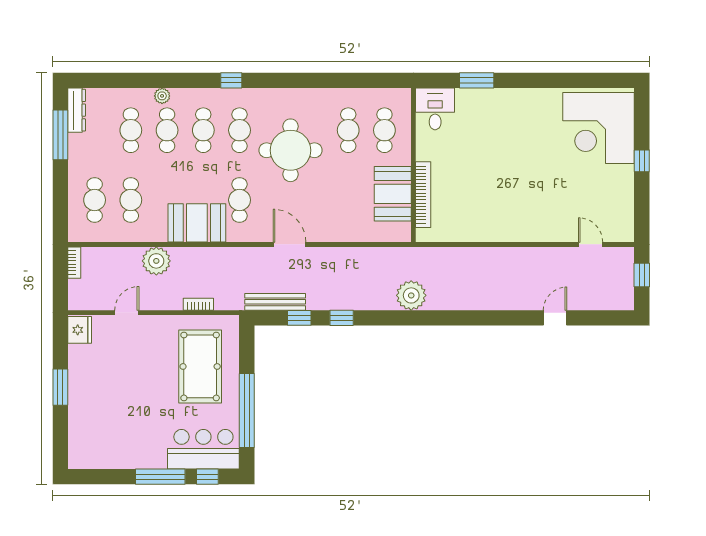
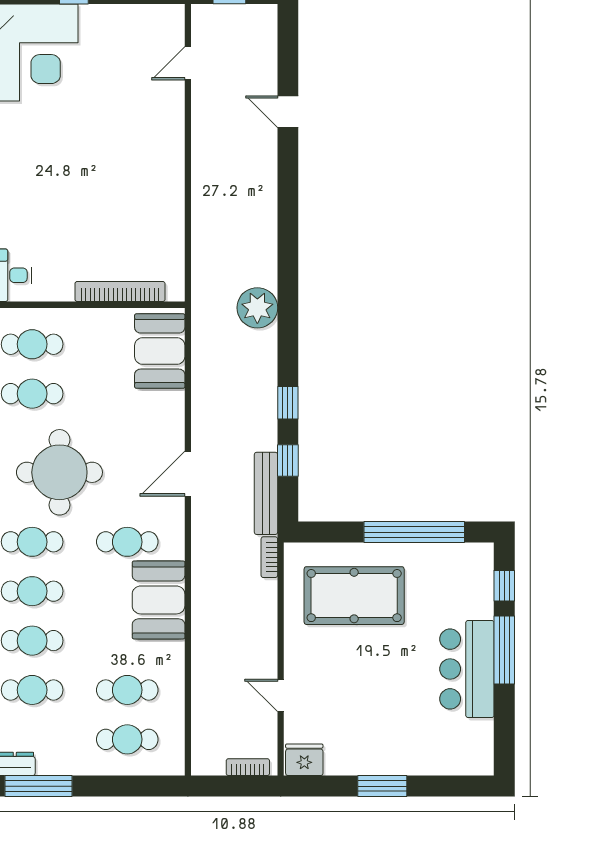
booth: (393, 194) -> (160, 351), moved, turned 90
plant: (156, 261) -> (210, 655), removed
bookcase: (74, 263) -> (248, 767), moved
bookcase: (198, 304) -> (269, 557), moved
bar counter: (203, 449) -> (467, 669), moved

